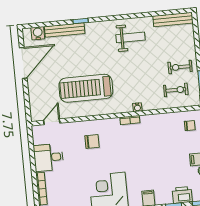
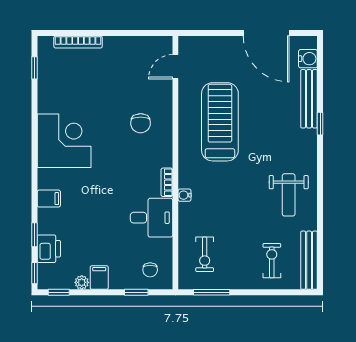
exercise bike: (180, 67) -> (272, 261), moved
door: (52, 122) -> (175, 67), swing flipped
desk: (48, 157) -> (152, 218), moved, turned 90

